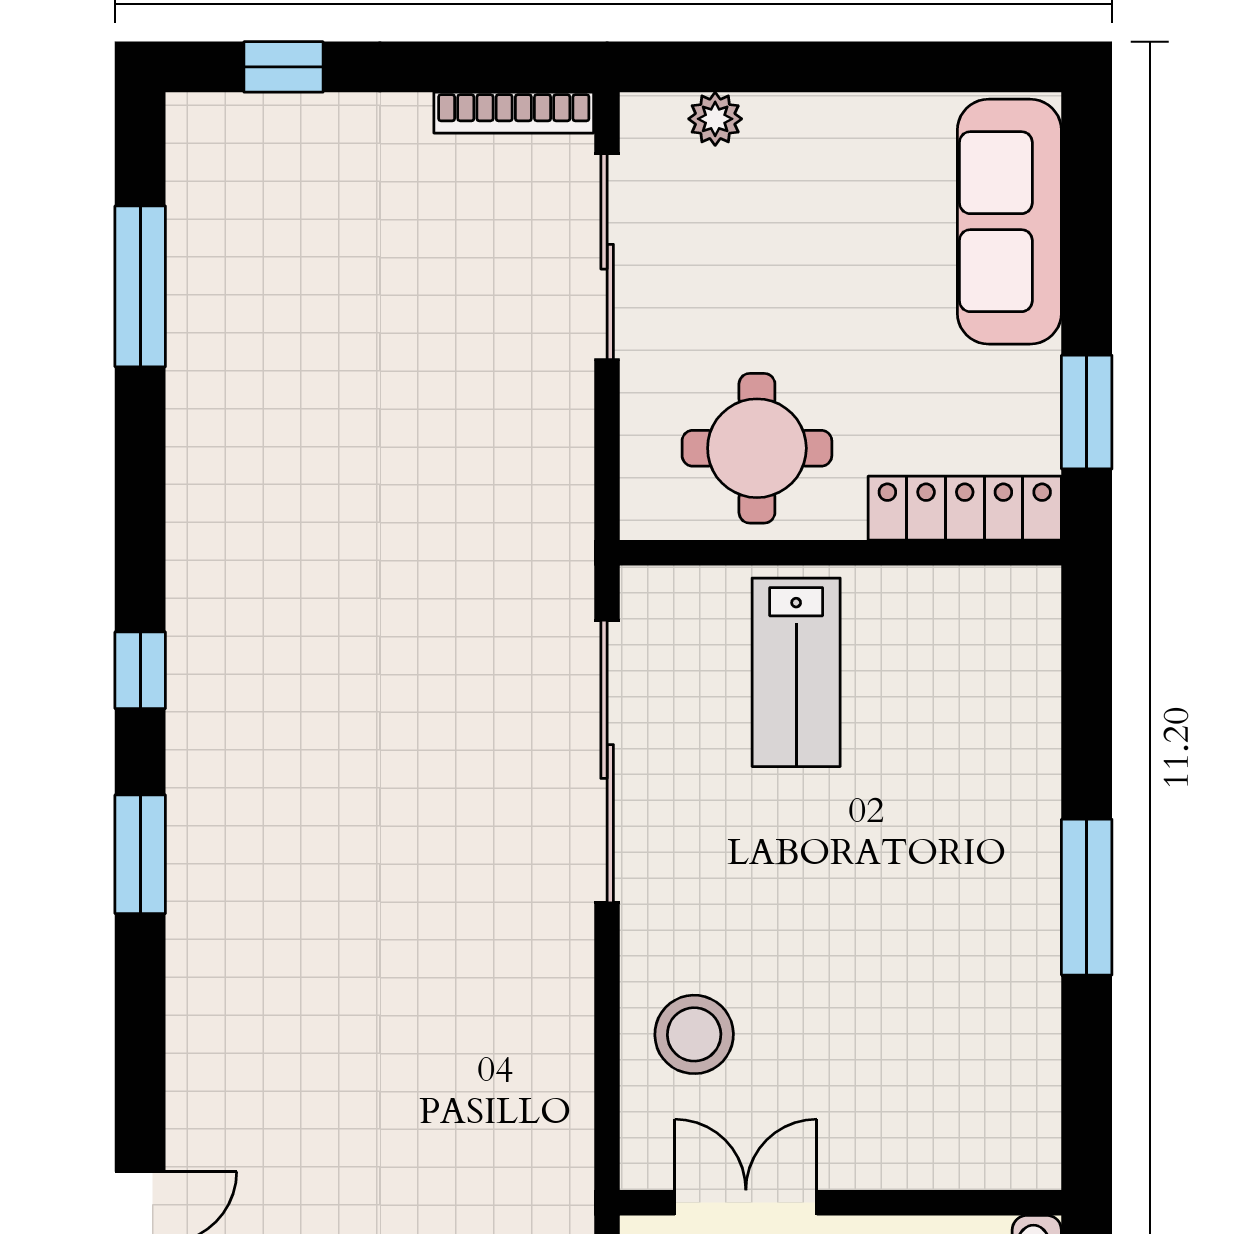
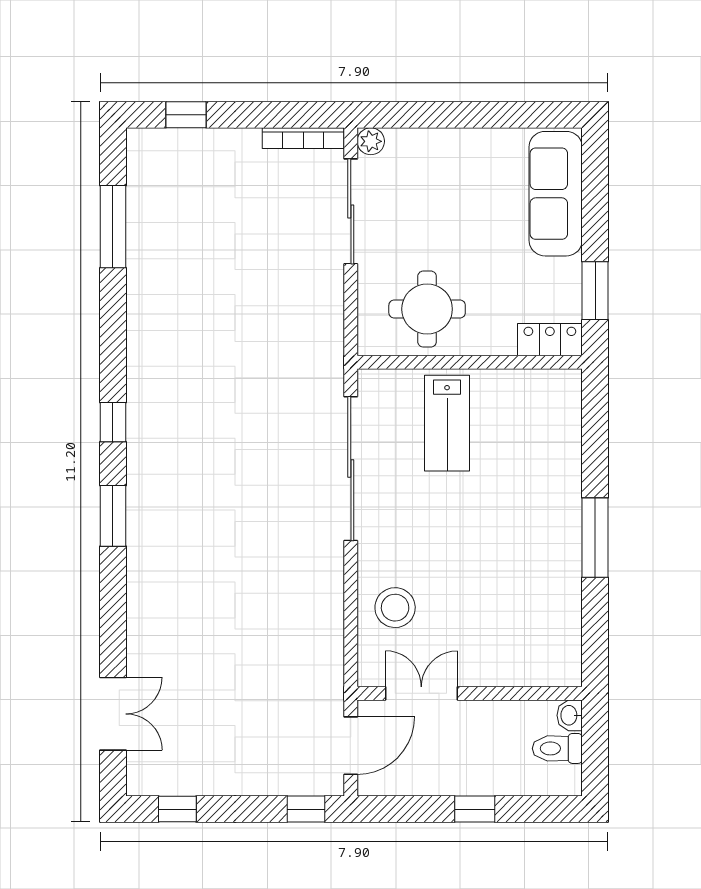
plant: (715, 119) -> (371, 141), moved
locker: (965, 508) -> (550, 340), width x0.66

